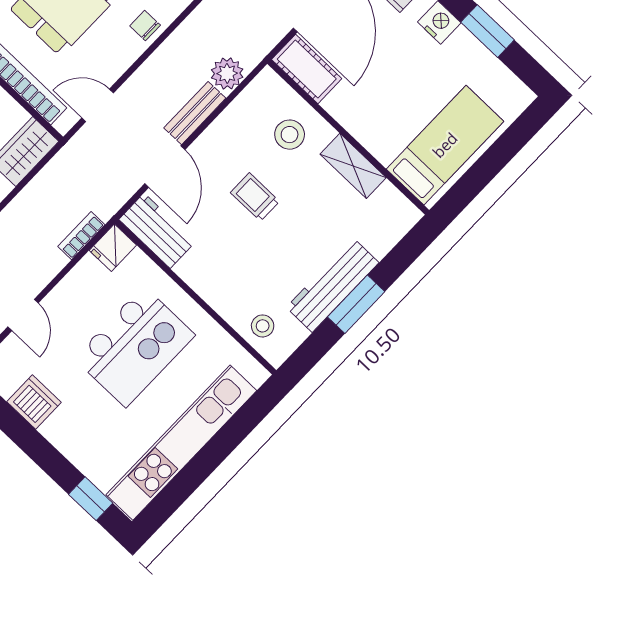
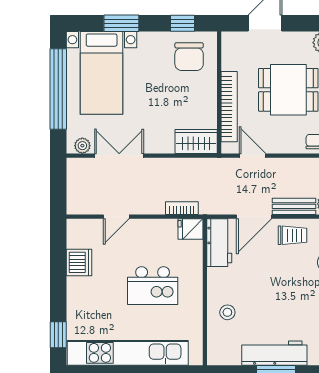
trolley: (255, 197) -> (293, 235), moved, turned 90
stool: (263, 326) -> (227, 312), moved
kitchen island: (135, 347) -> (153, 286), width x0.73, depth x0.78

